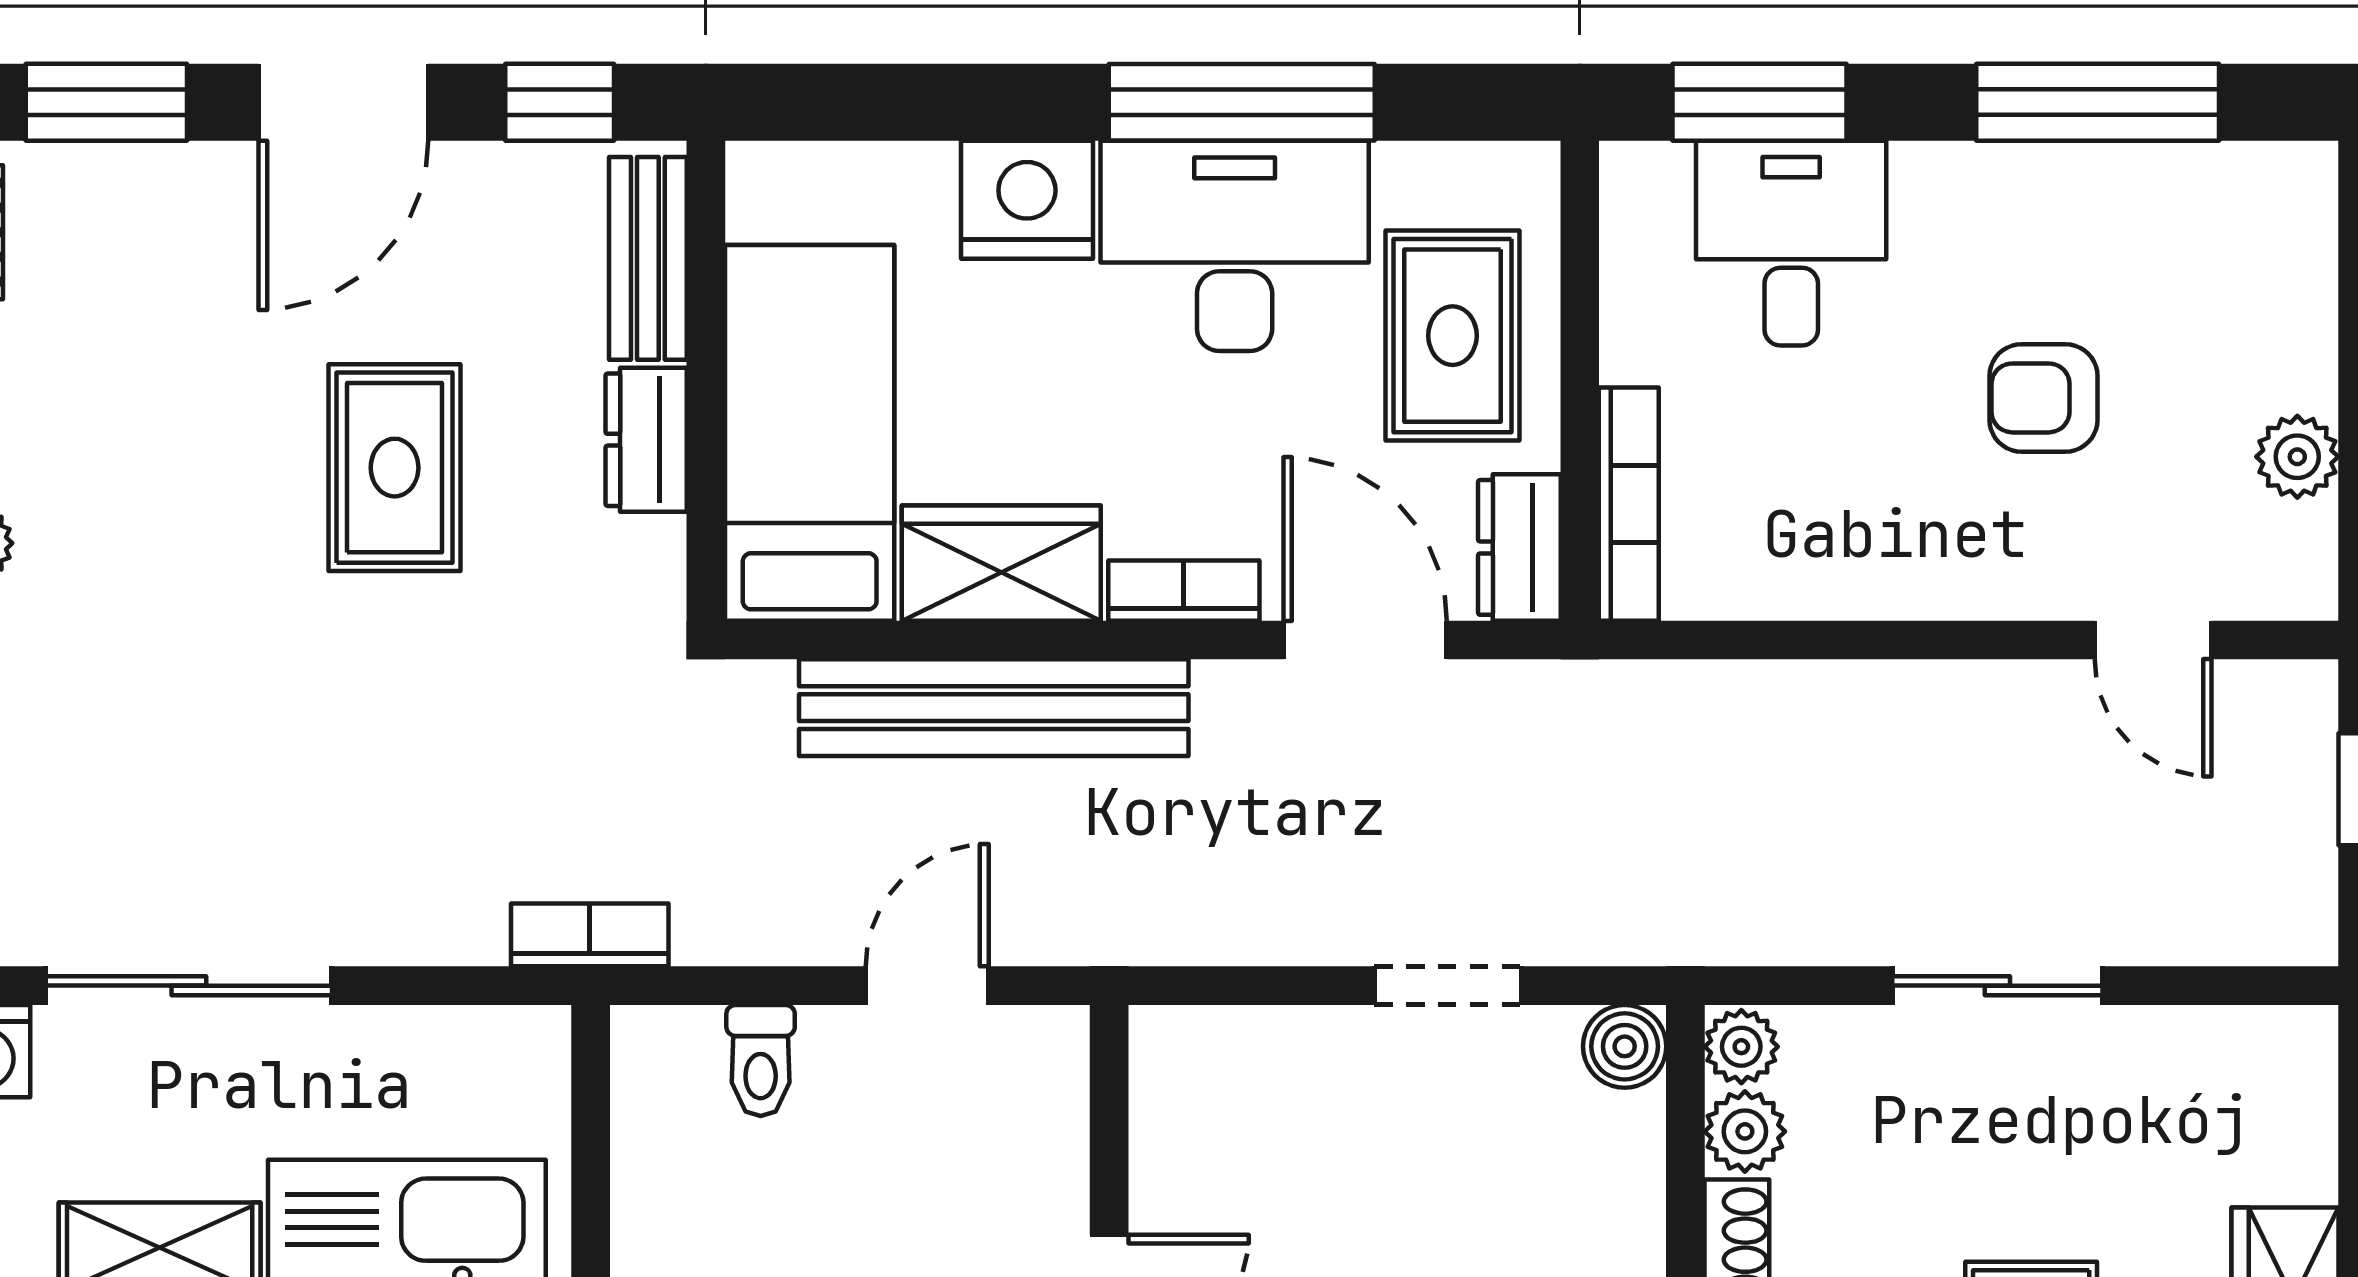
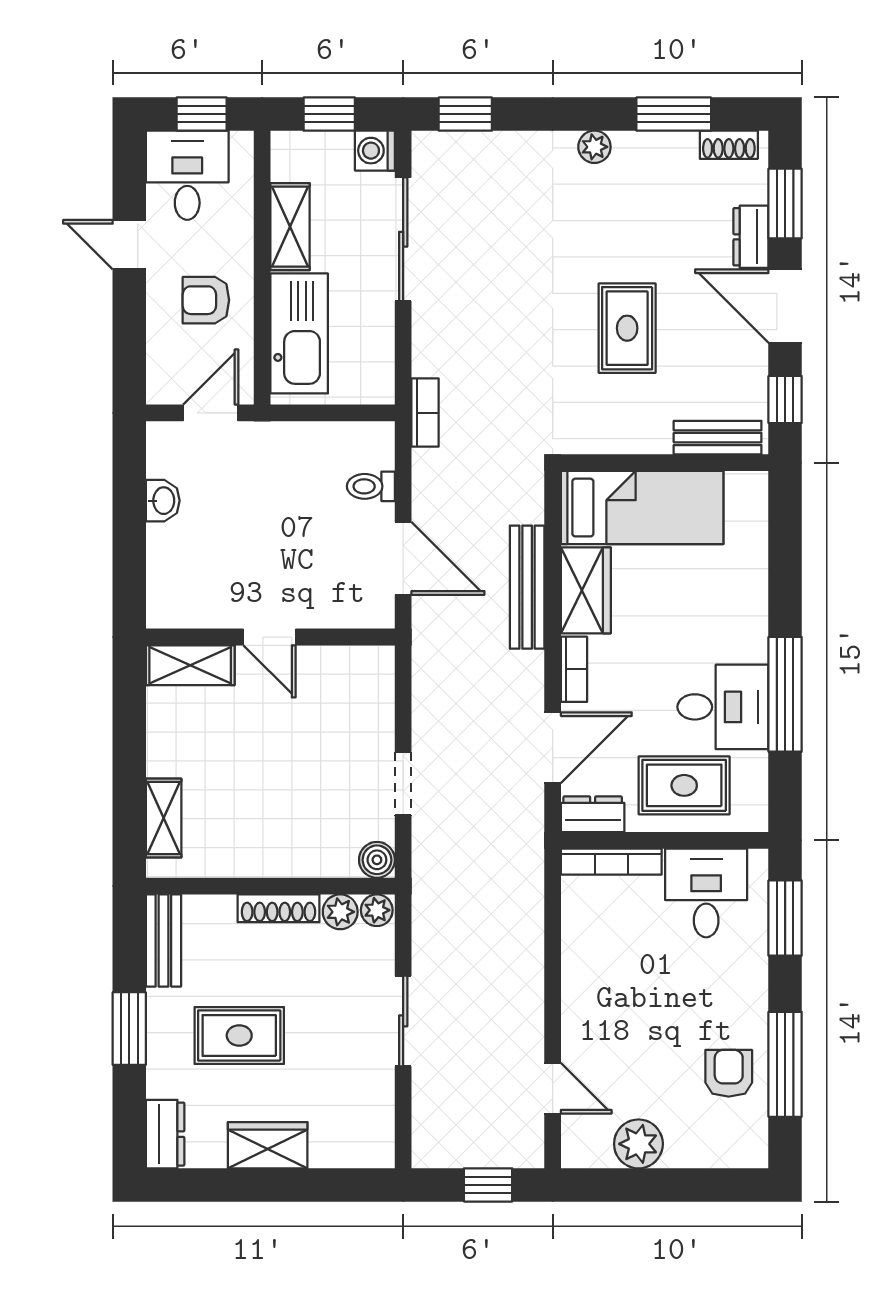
nightstand: (1027, 200) -> (743, 601), removed
desk: (1791, 243) -> (706, 893), moved, turned -90
desk: (1235, 246) -> (723, 707), width x0.73
armchair: (2043, 398) -> (729, 1073), moved
dresser: (646, 440) -> (751, 237), moved, turned -90
plant: (2297, 457) -> (638, 1144), width x1.38, depth x1.38
rug: (395, 468) -> (627, 328), turned 90
door: (2153, 640) -> (553, 1088), swing flipped
bench: (994, 708) -> (527, 587), width x0.73, depth x0.82
door: (927, 986) -> (403, 558), width x1.37

